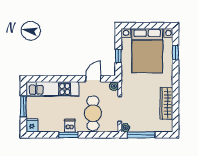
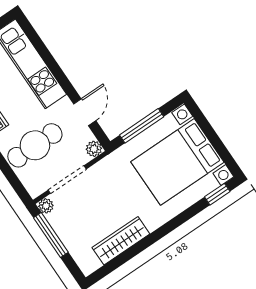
window: (175, 53) -> (217, 194), moved
window: (118, 56) -> (142, 126), width x2.17
door: (93, 79) -> (85, 112), hinge flipped

